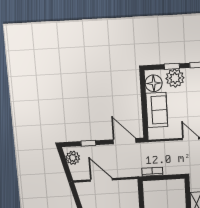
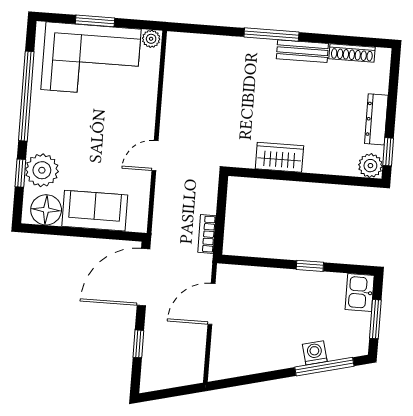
door: (125, 141) -> (143, 277), width x1.36
plant: (73, 158) -> (161, 376), removed
door: (101, 180) -> (211, 304), moved

